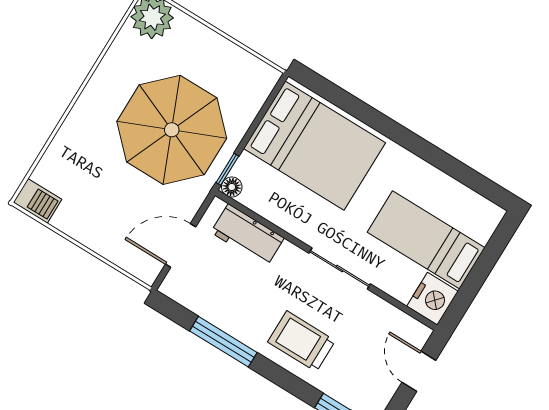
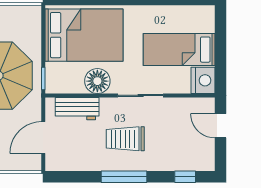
floor lamp: (232, 187) -> (97, 81), moved, width x1.89, depth x1.89
trolley: (301, 341) -> (125, 139), moved
window: (223, 342) -> (124, 177), moved

